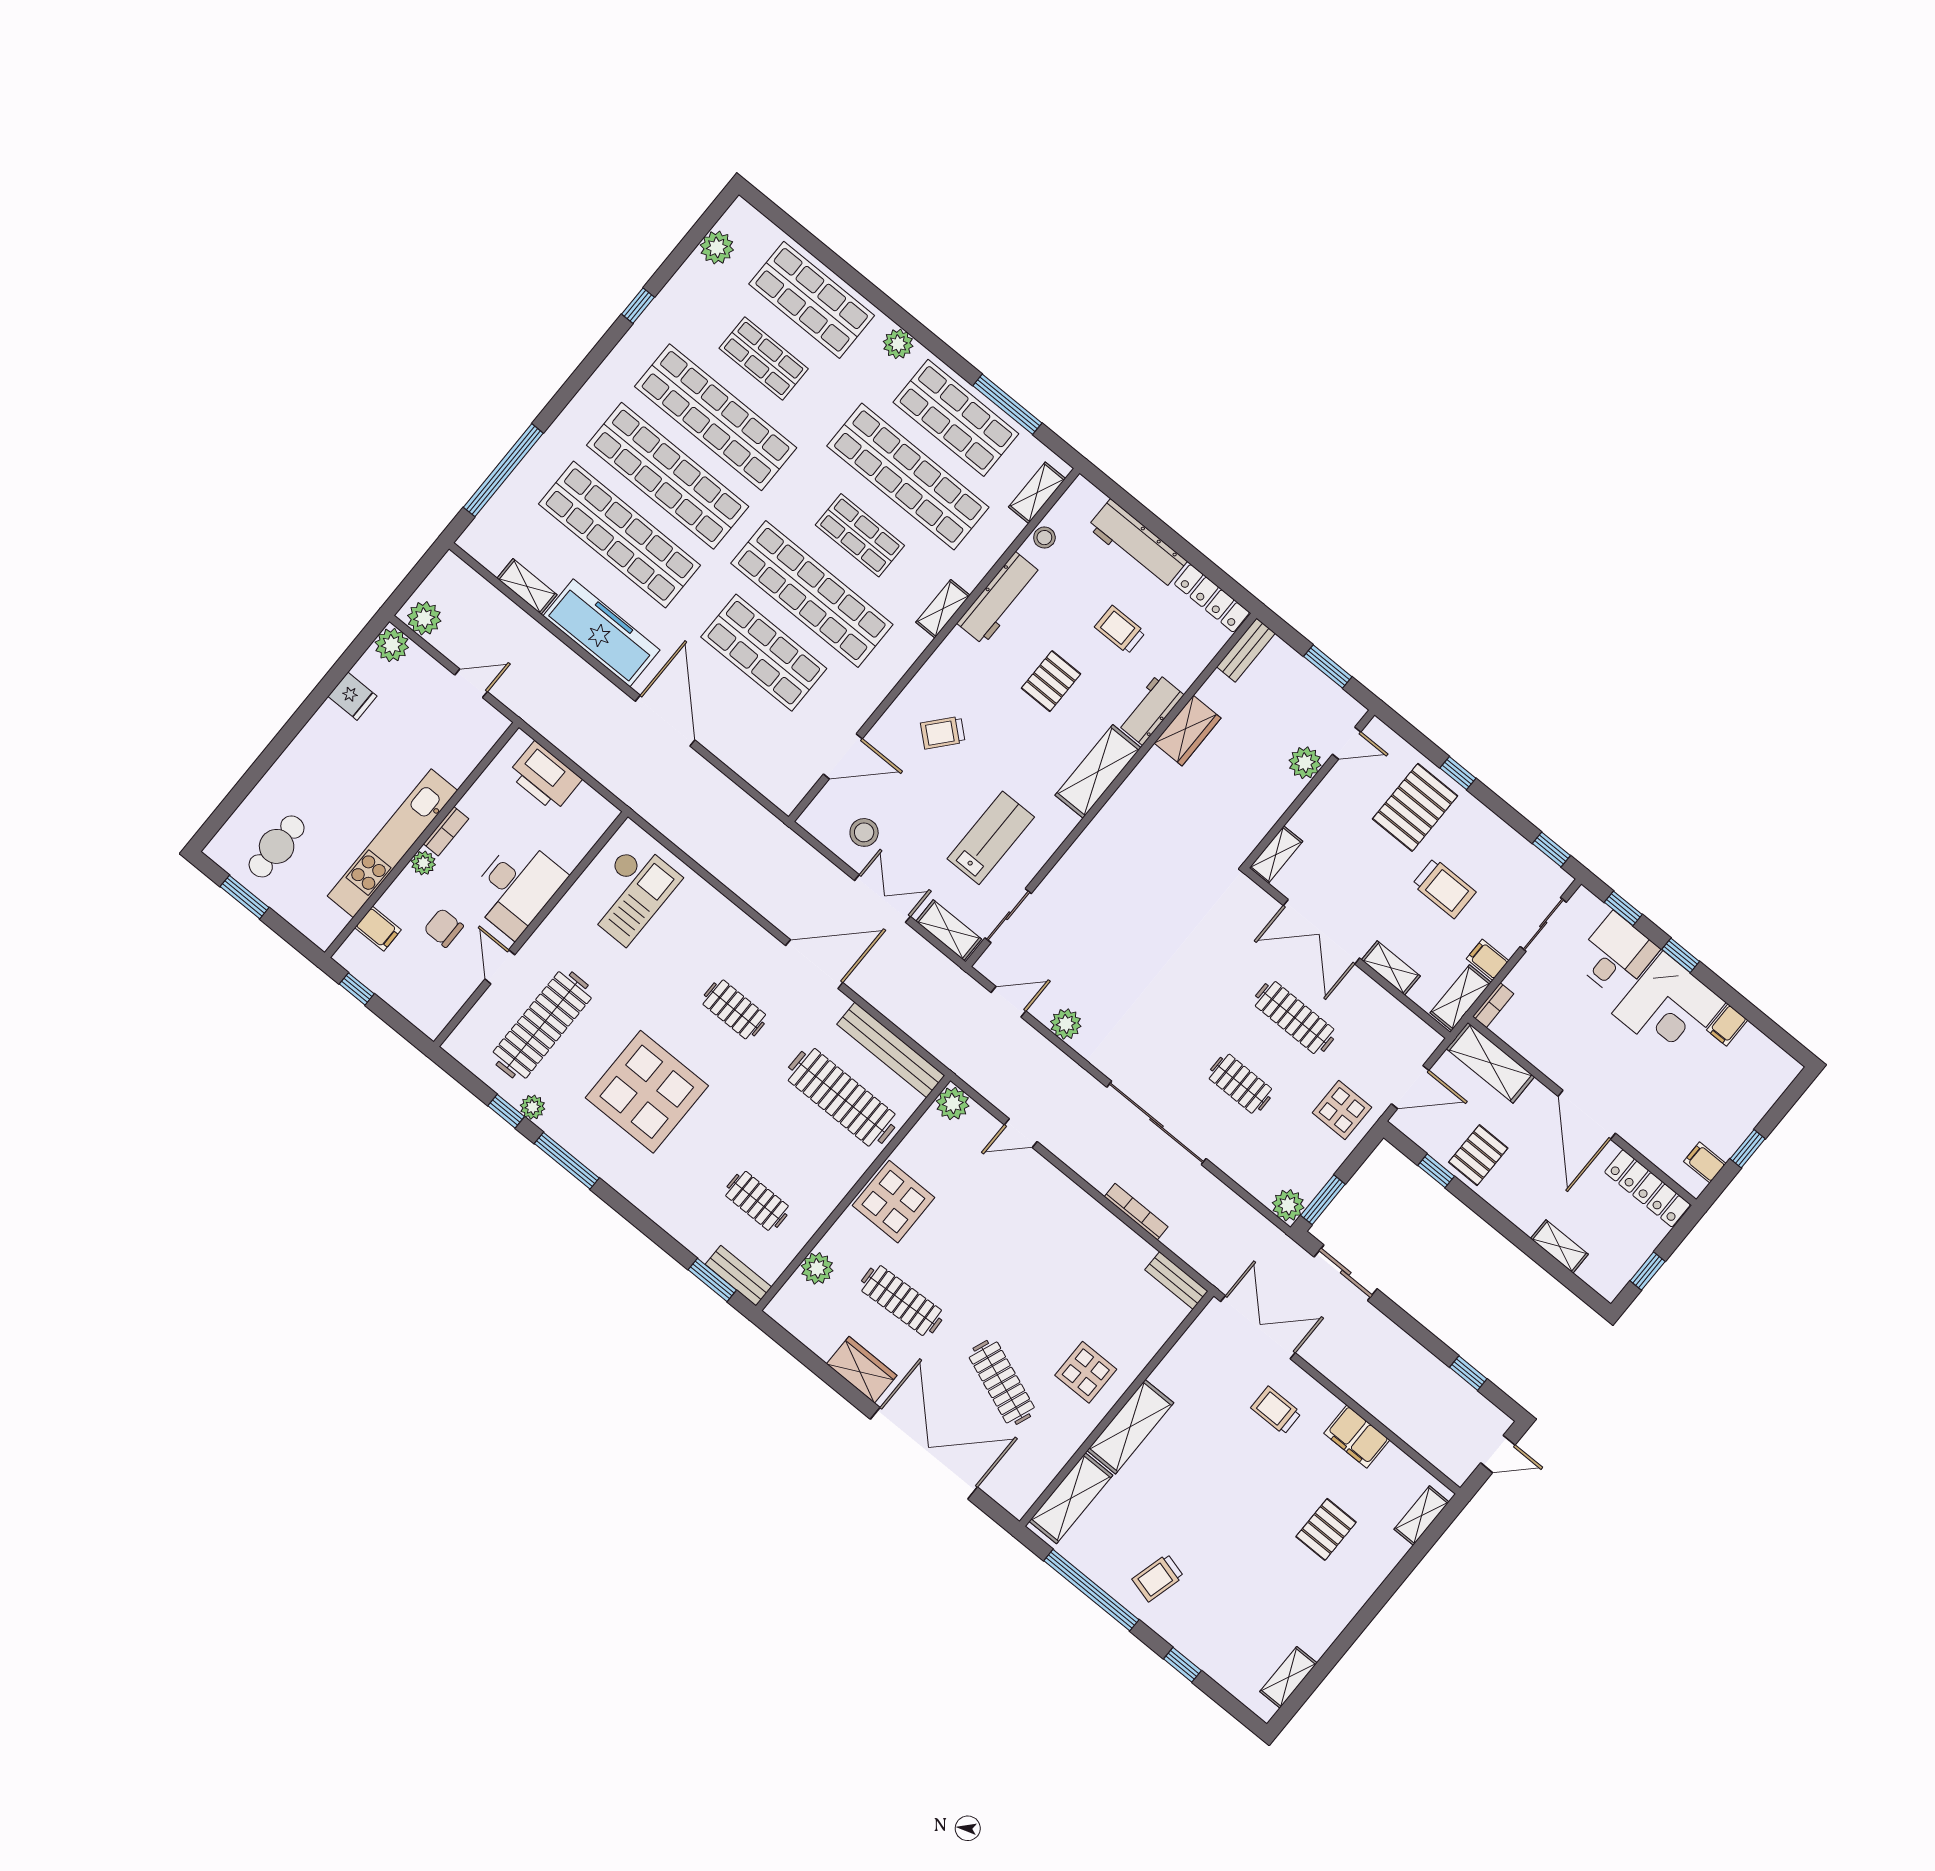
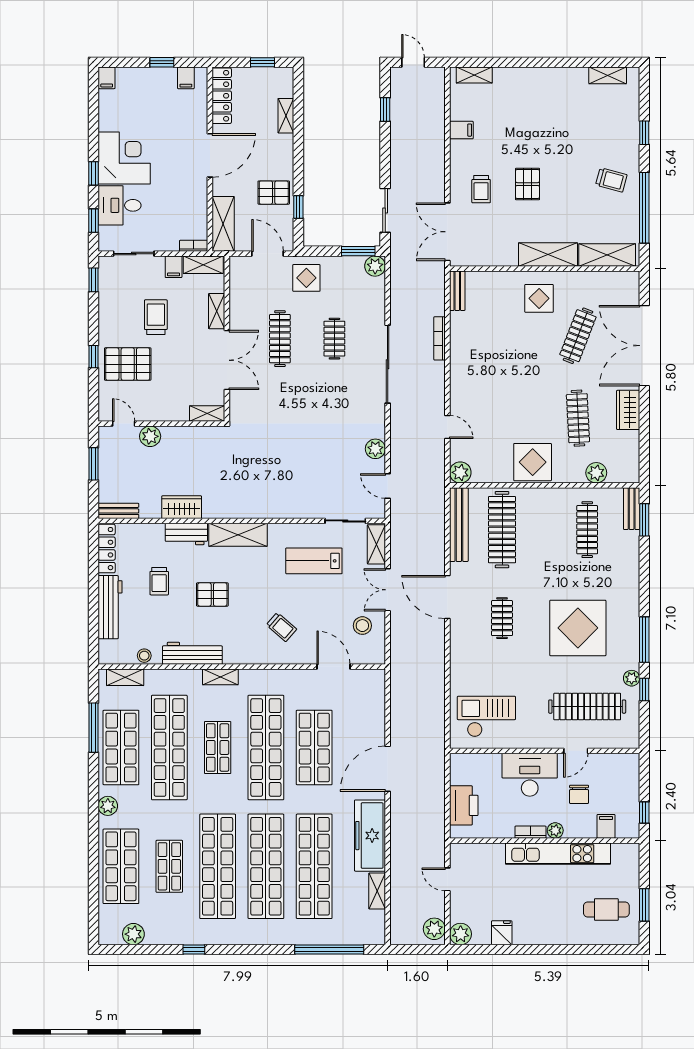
filing cabinet: (1727, 1025) -> (107, 78), moved, turned 90
clothes rail: (757, 1201) -> (587, 530), width x1.36
filing cabinet: (1357, 1437) -> (461, 130), width x0.50
pallet: (1326, 1529) -> (527, 184), moved, turned 90

